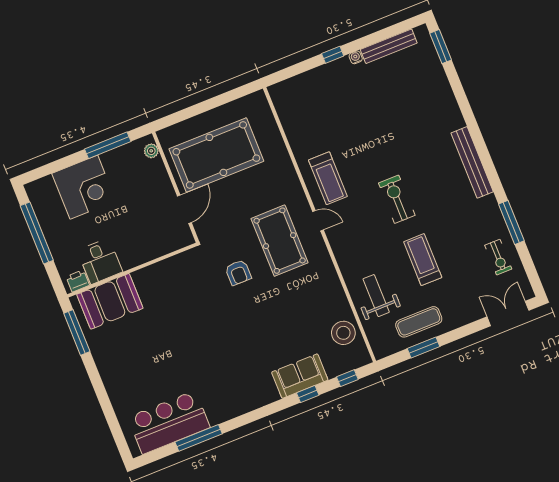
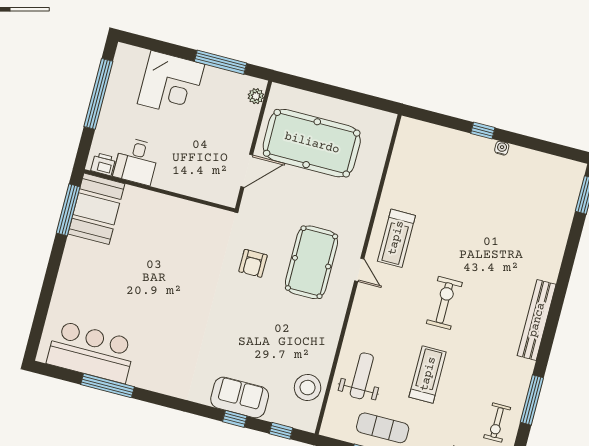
bench: (389, 46) -> (539, 160), removed
booth: (110, 301) -> (96, 209), moved, turned 90

